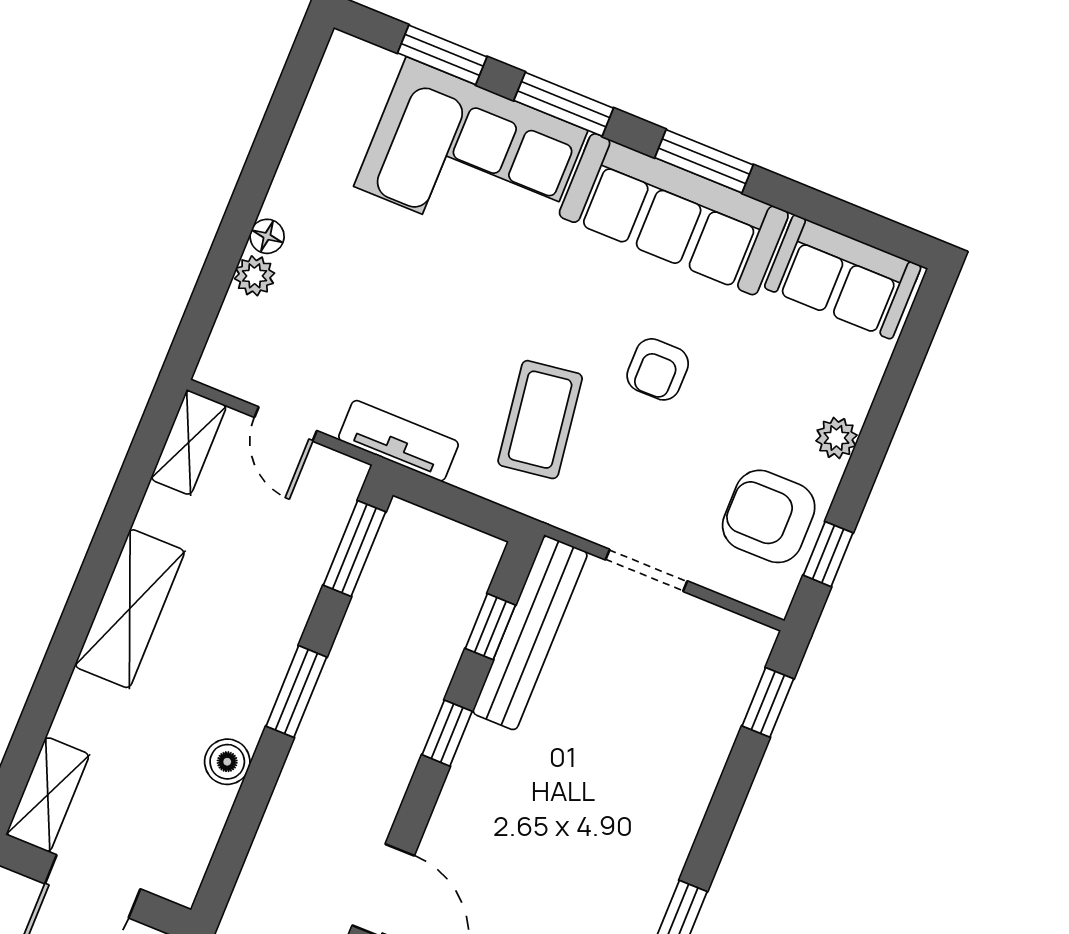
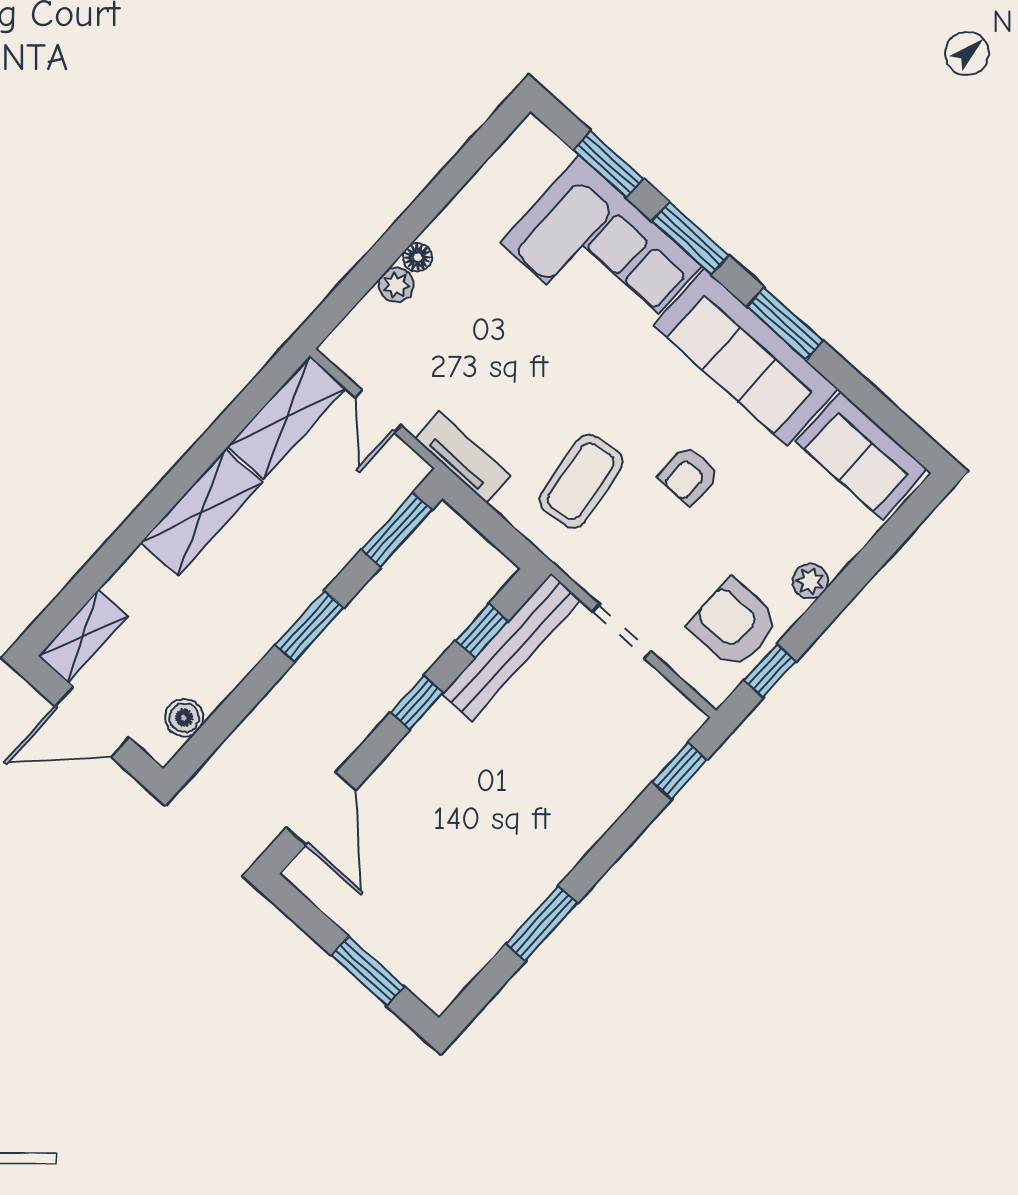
shelving: (189, 442) -> (287, 417), width x1.50, depth x1.33
boiler: (227, 762) -> (184, 718), moved

